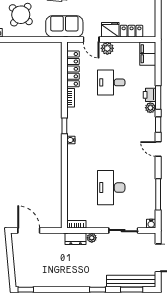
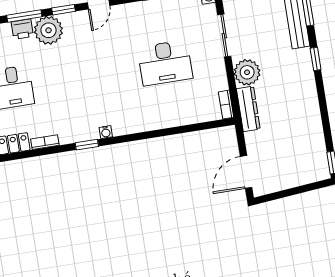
plant: (150, 108) -> (48, 30), width x1.88, depth x1.88
plant: (92, 238) -> (247, 72), width x1.88, depth x1.88
dresser: (76, 239) -> (248, 109), width x1.44

